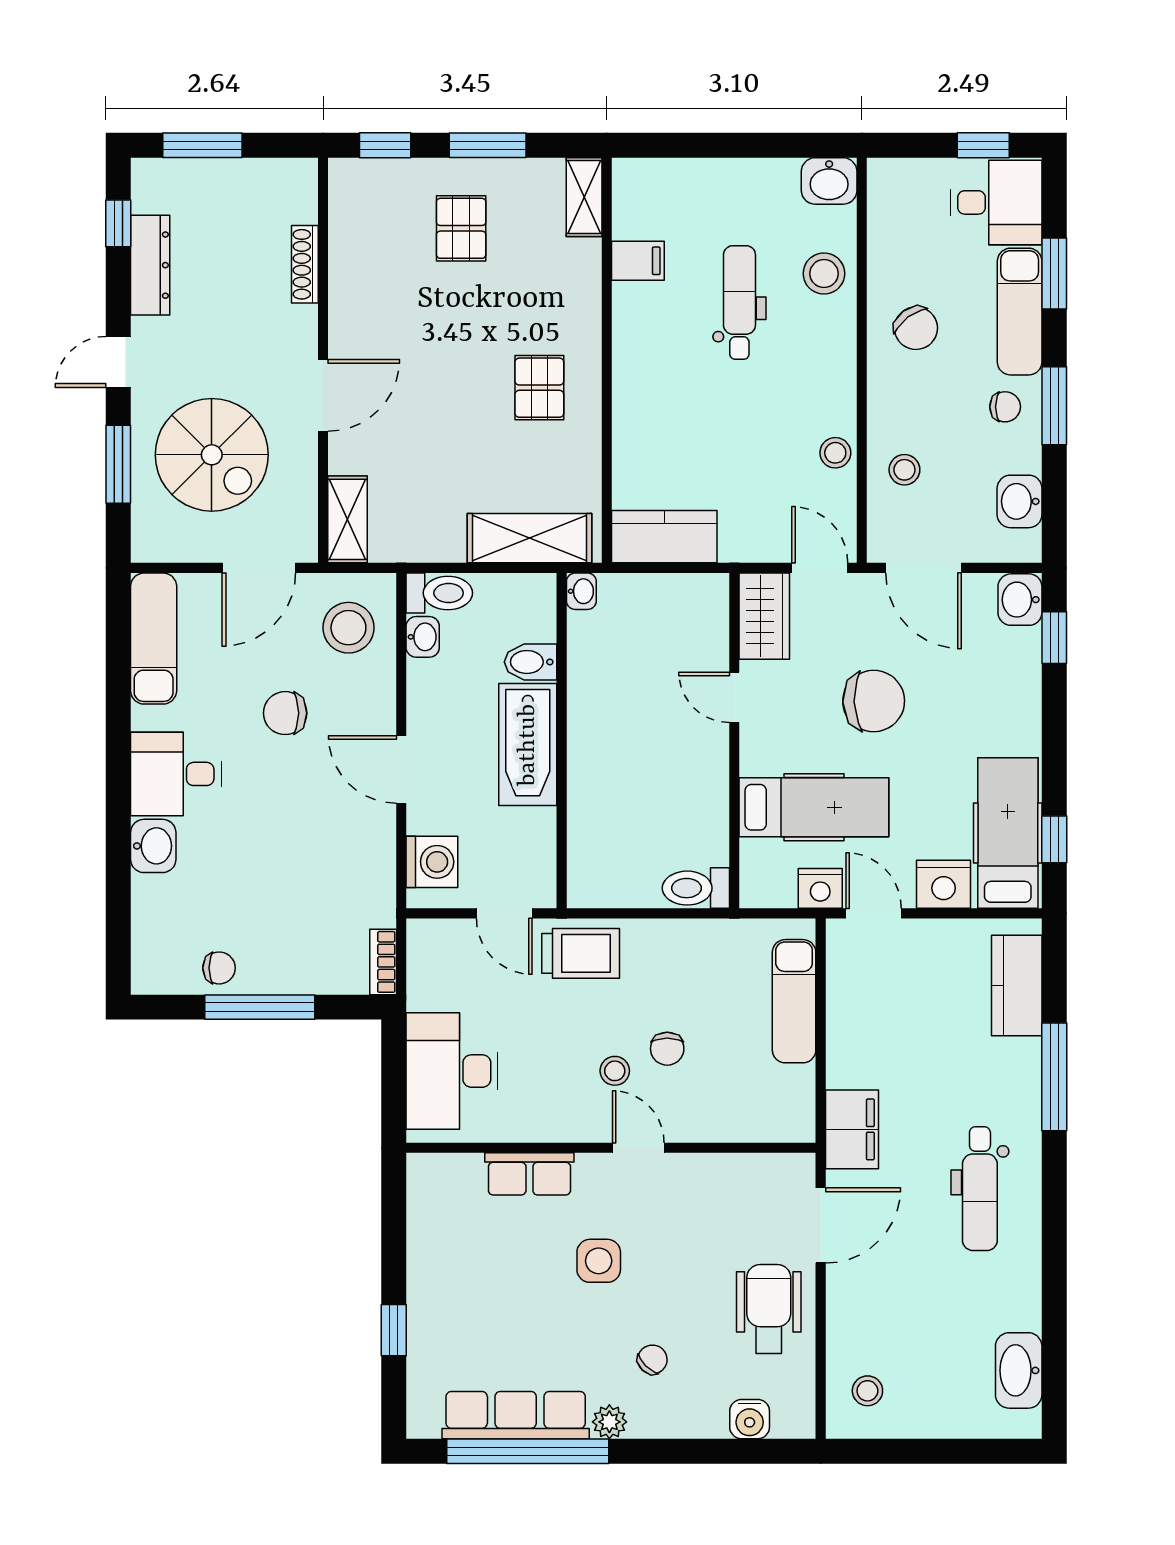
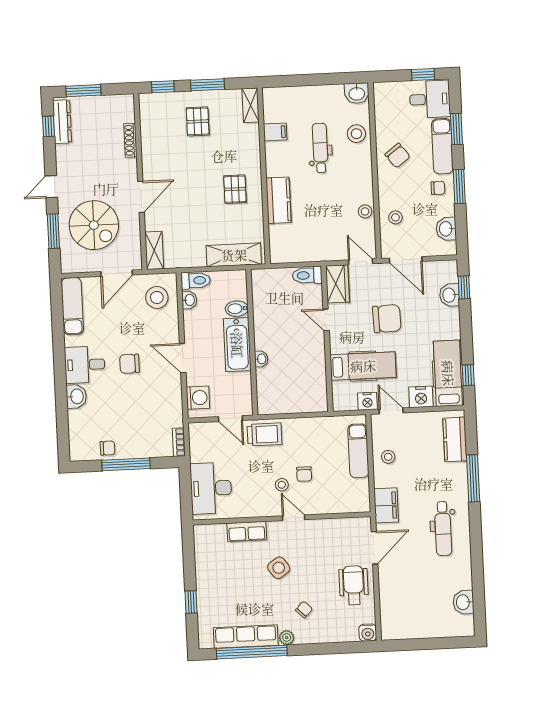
dresser: (150, 265) -> (62, 122), moved
kitchen counter: (664, 537) -> (278, 200), moved, turned 90
washbasin: (581, 591) -> (261, 359), moved
washbasin: (1020, 600) -> (449, 295), moved
chair: (285, 713) -> (129, 364), moved
toilet: (696, 888) -> (307, 275), moved
side table: (599, 1261) -> (279, 568), turned -35
washbasin: (1019, 1370) -> (463, 602), width x0.72
stool: (867, 1391) -> (388, 457), moved
water cooler: (750, 1419) -> (368, 633), moved

